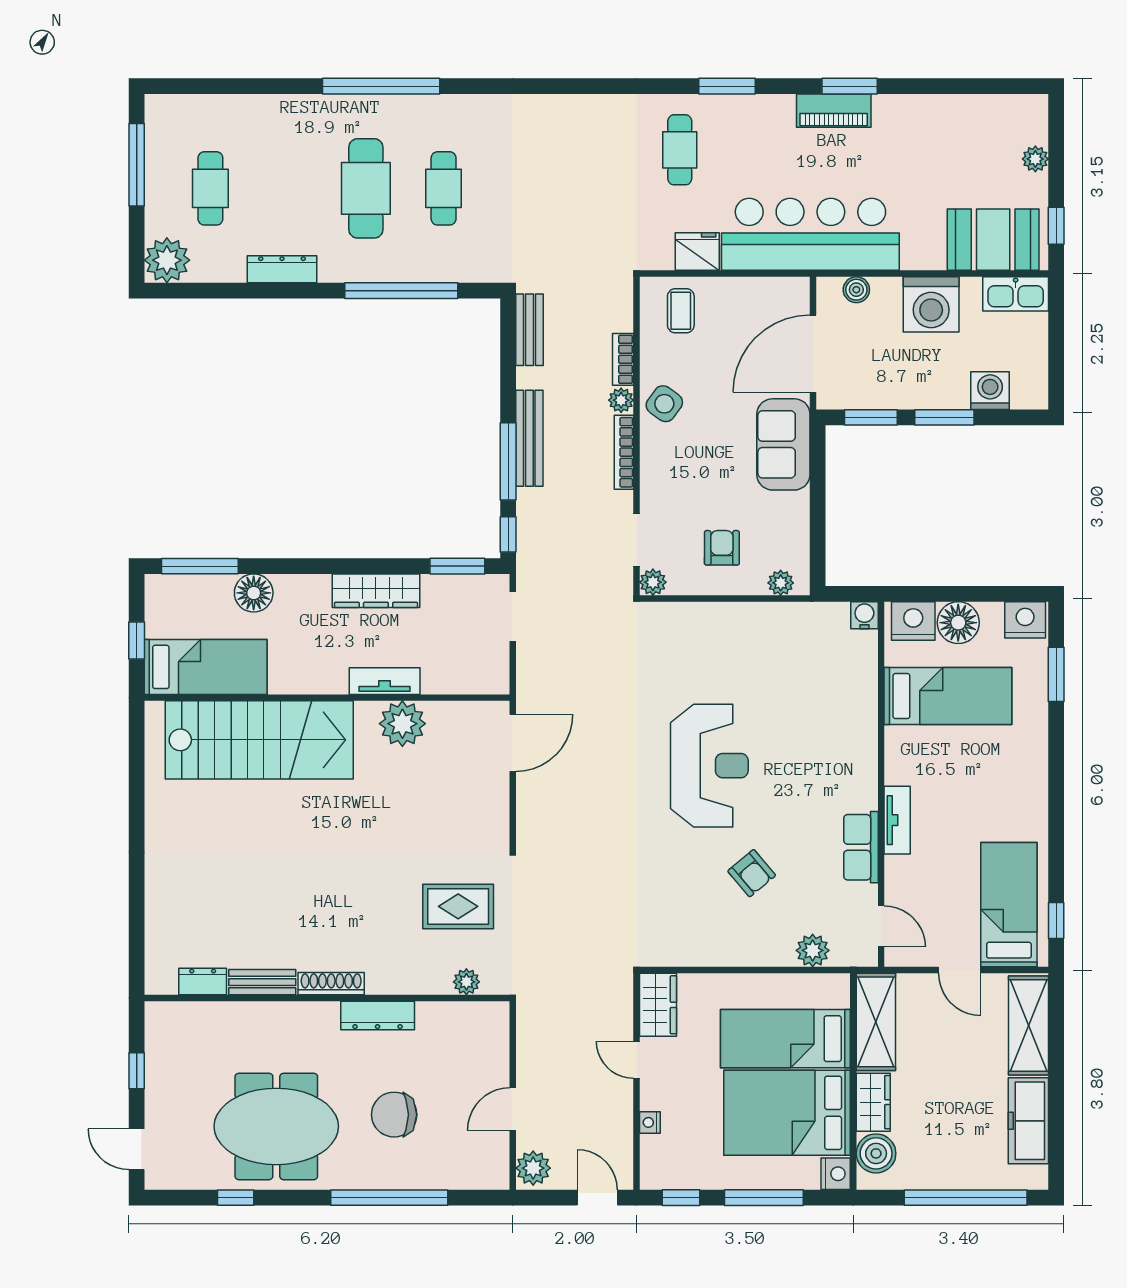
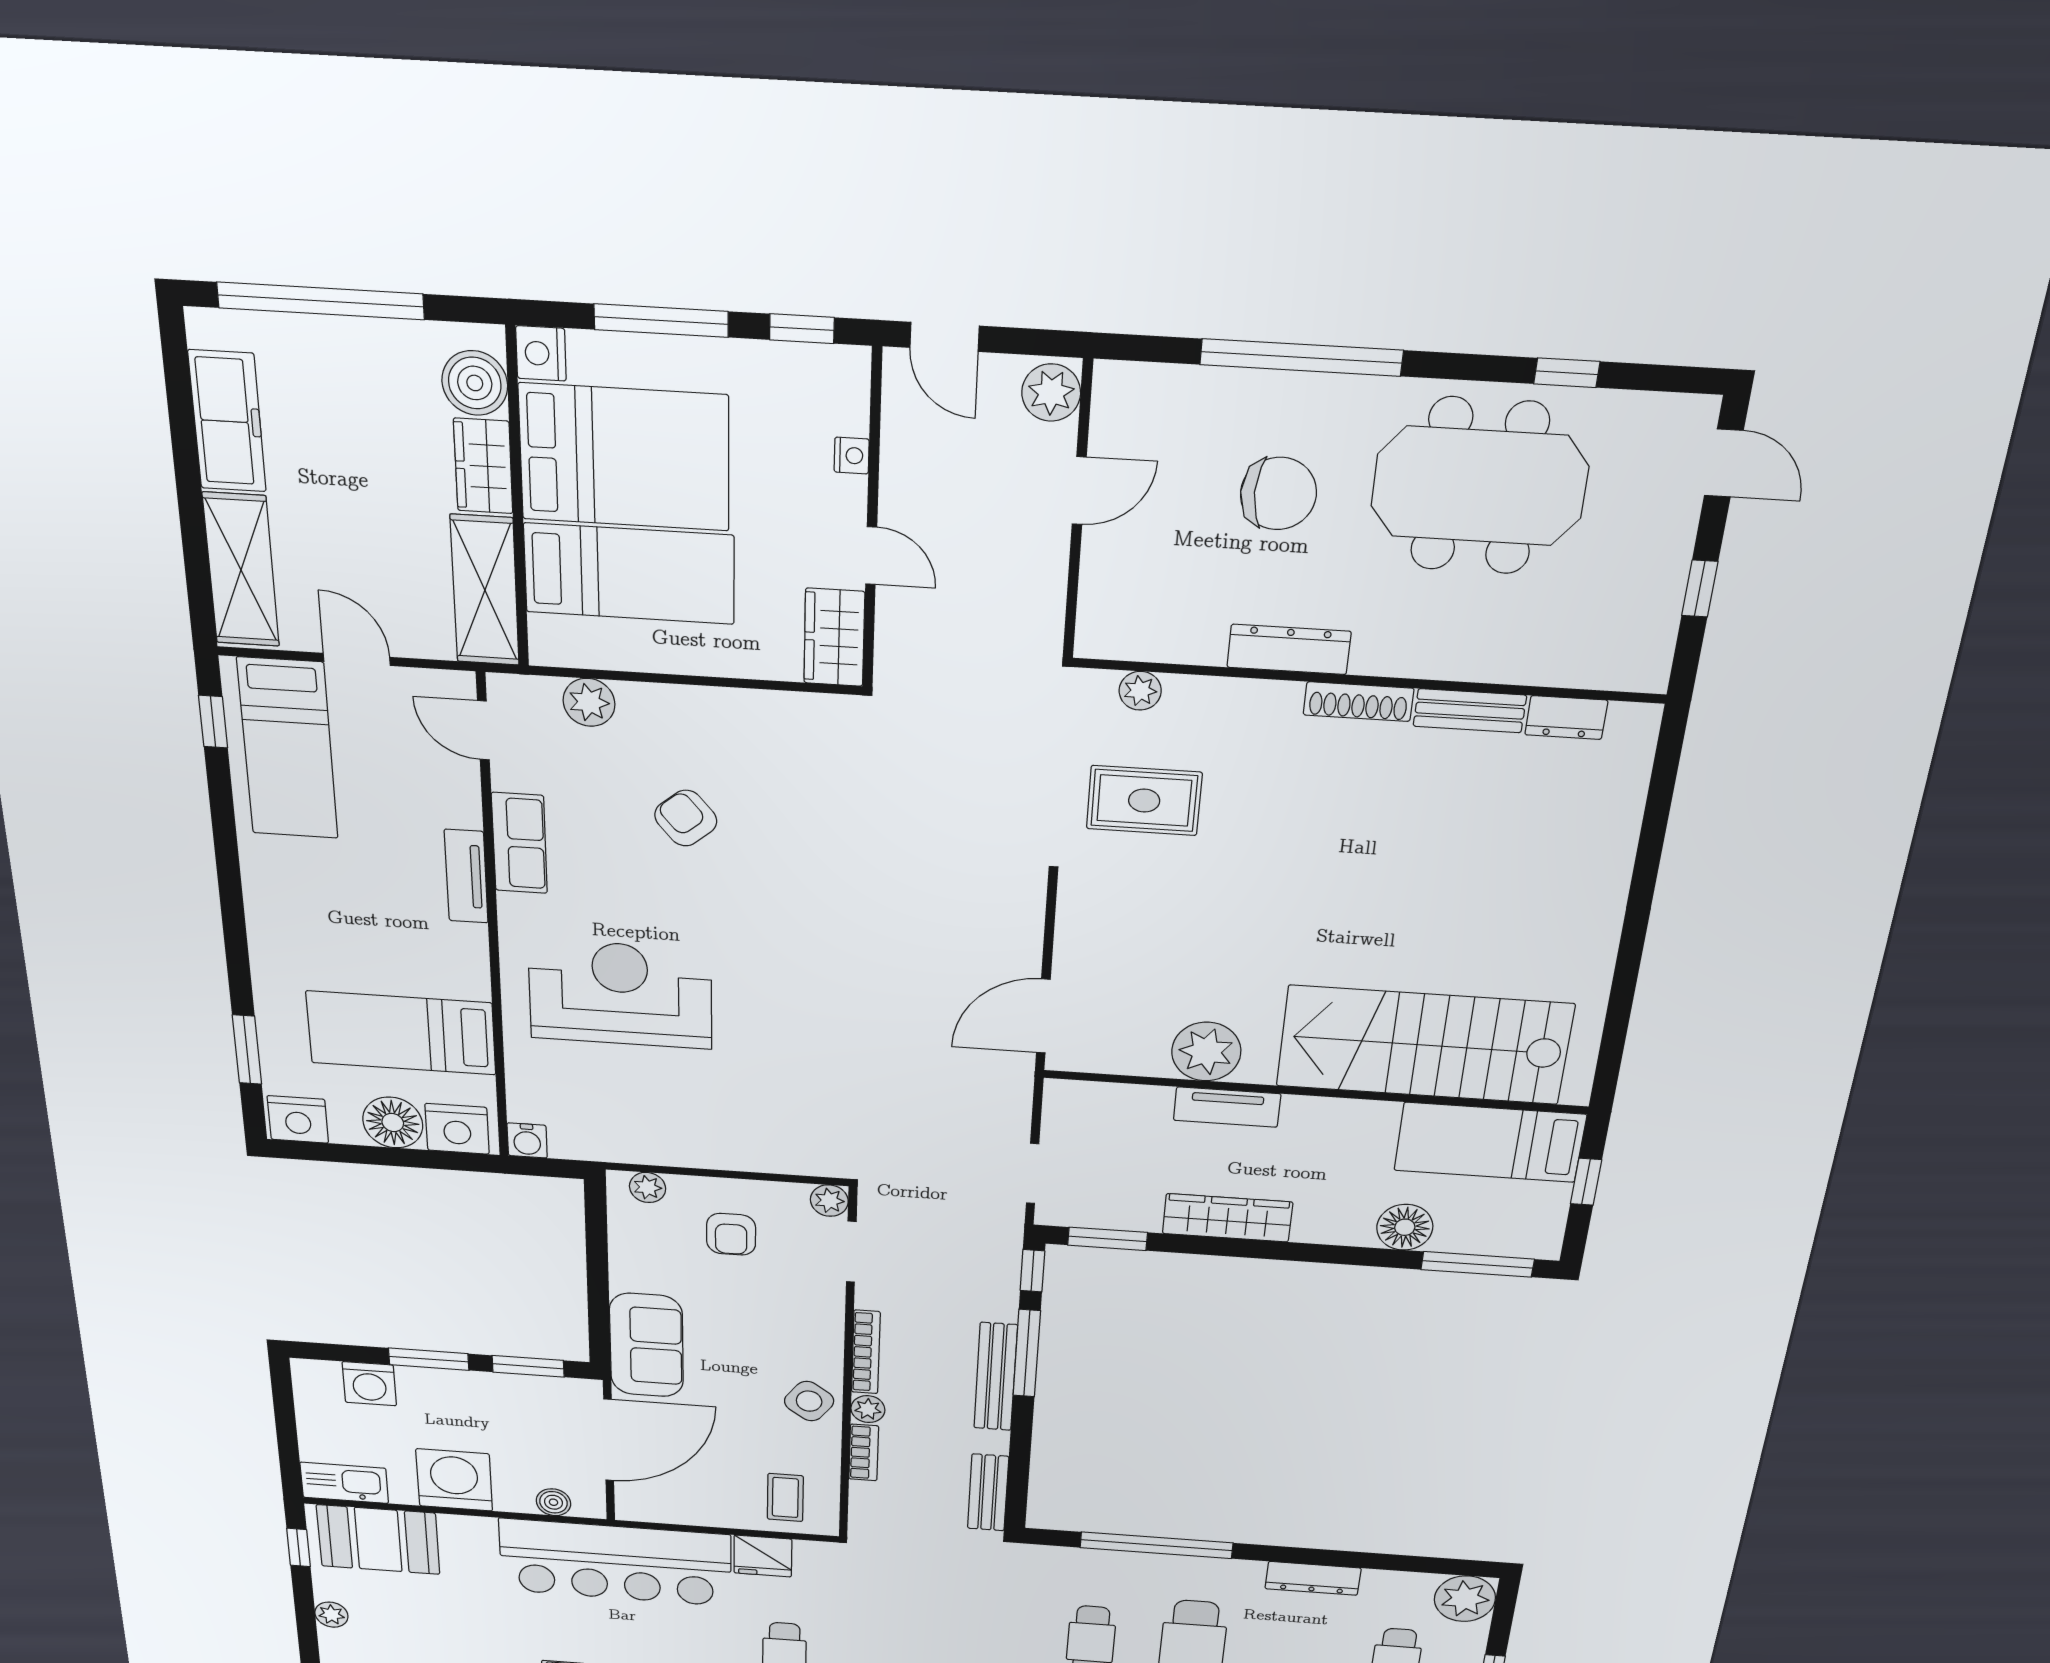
reception desk: (709, 766) -> (620, 994), moved, turned 90

